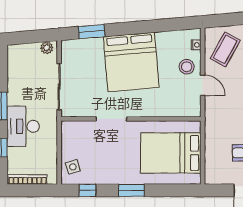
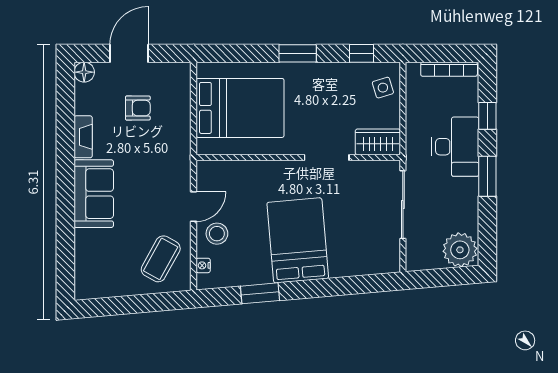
window: (92, 32) -> (260, 293), moved
plant: (47, 48) -> (460, 250), moved, width x1.87, depth x1.87
bed: (131, 62) -> (298, 240), width x0.73
door: (203, 85) -> (194, 207), swing flipped
wardrobe: (76, 130) -> (378, 142), added

